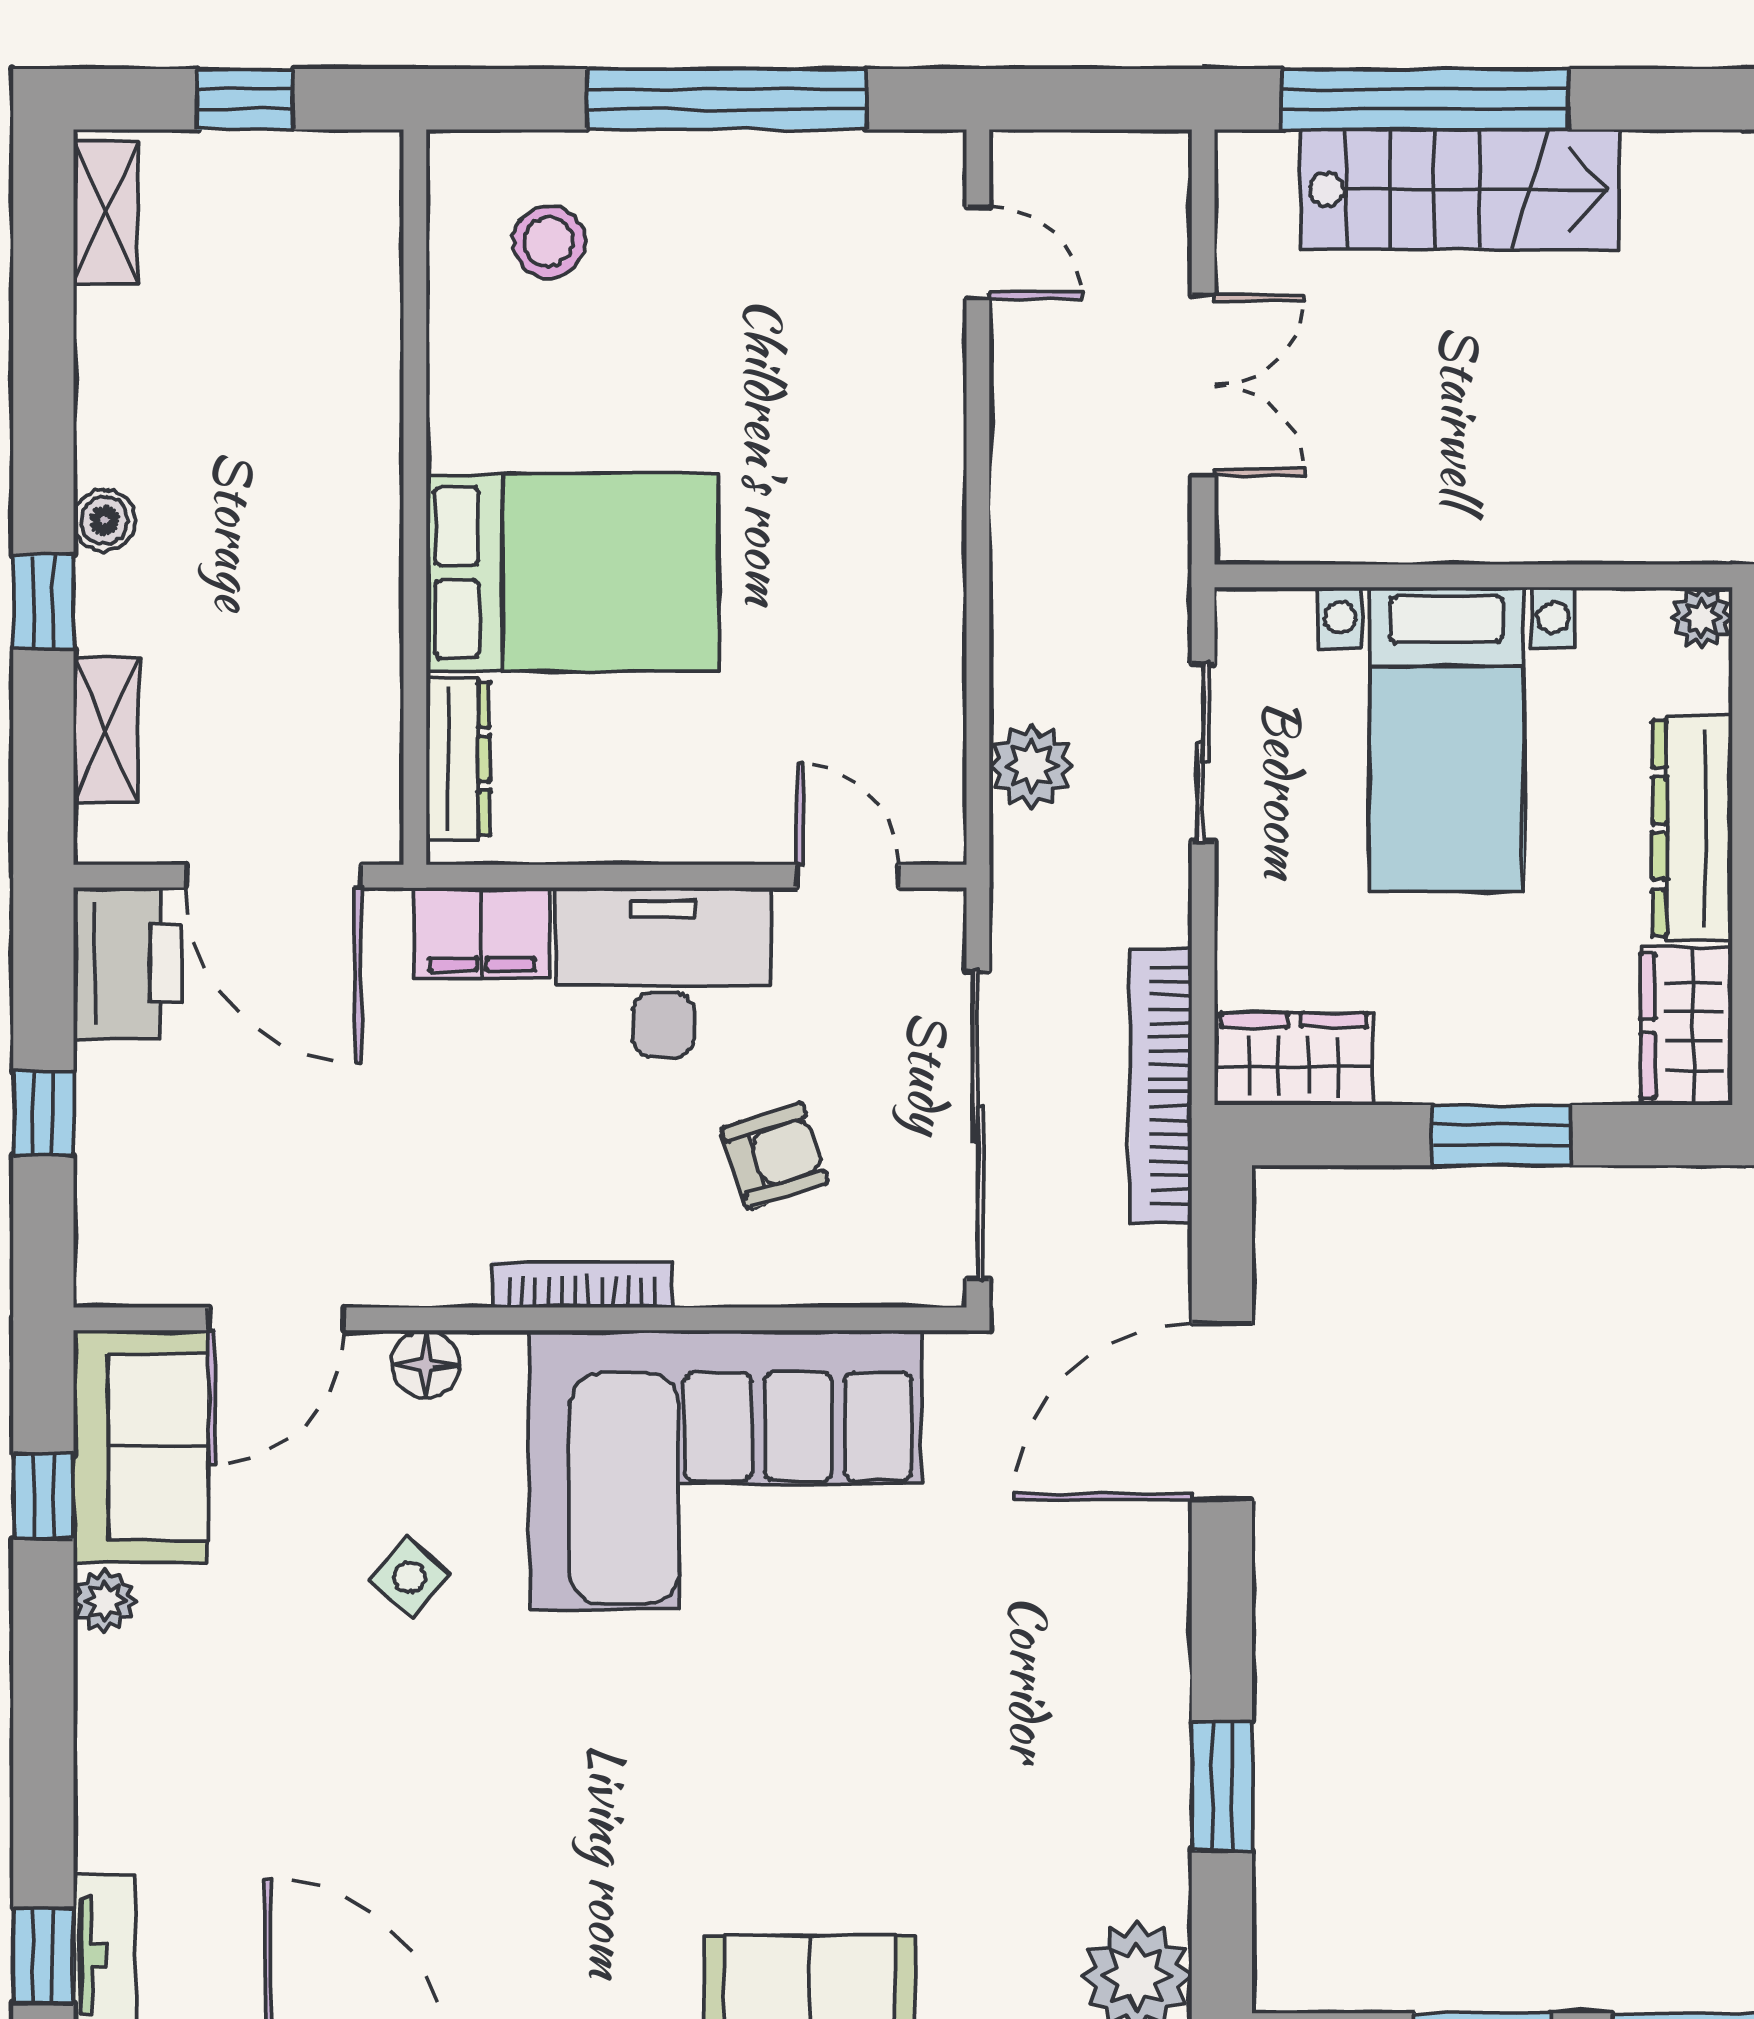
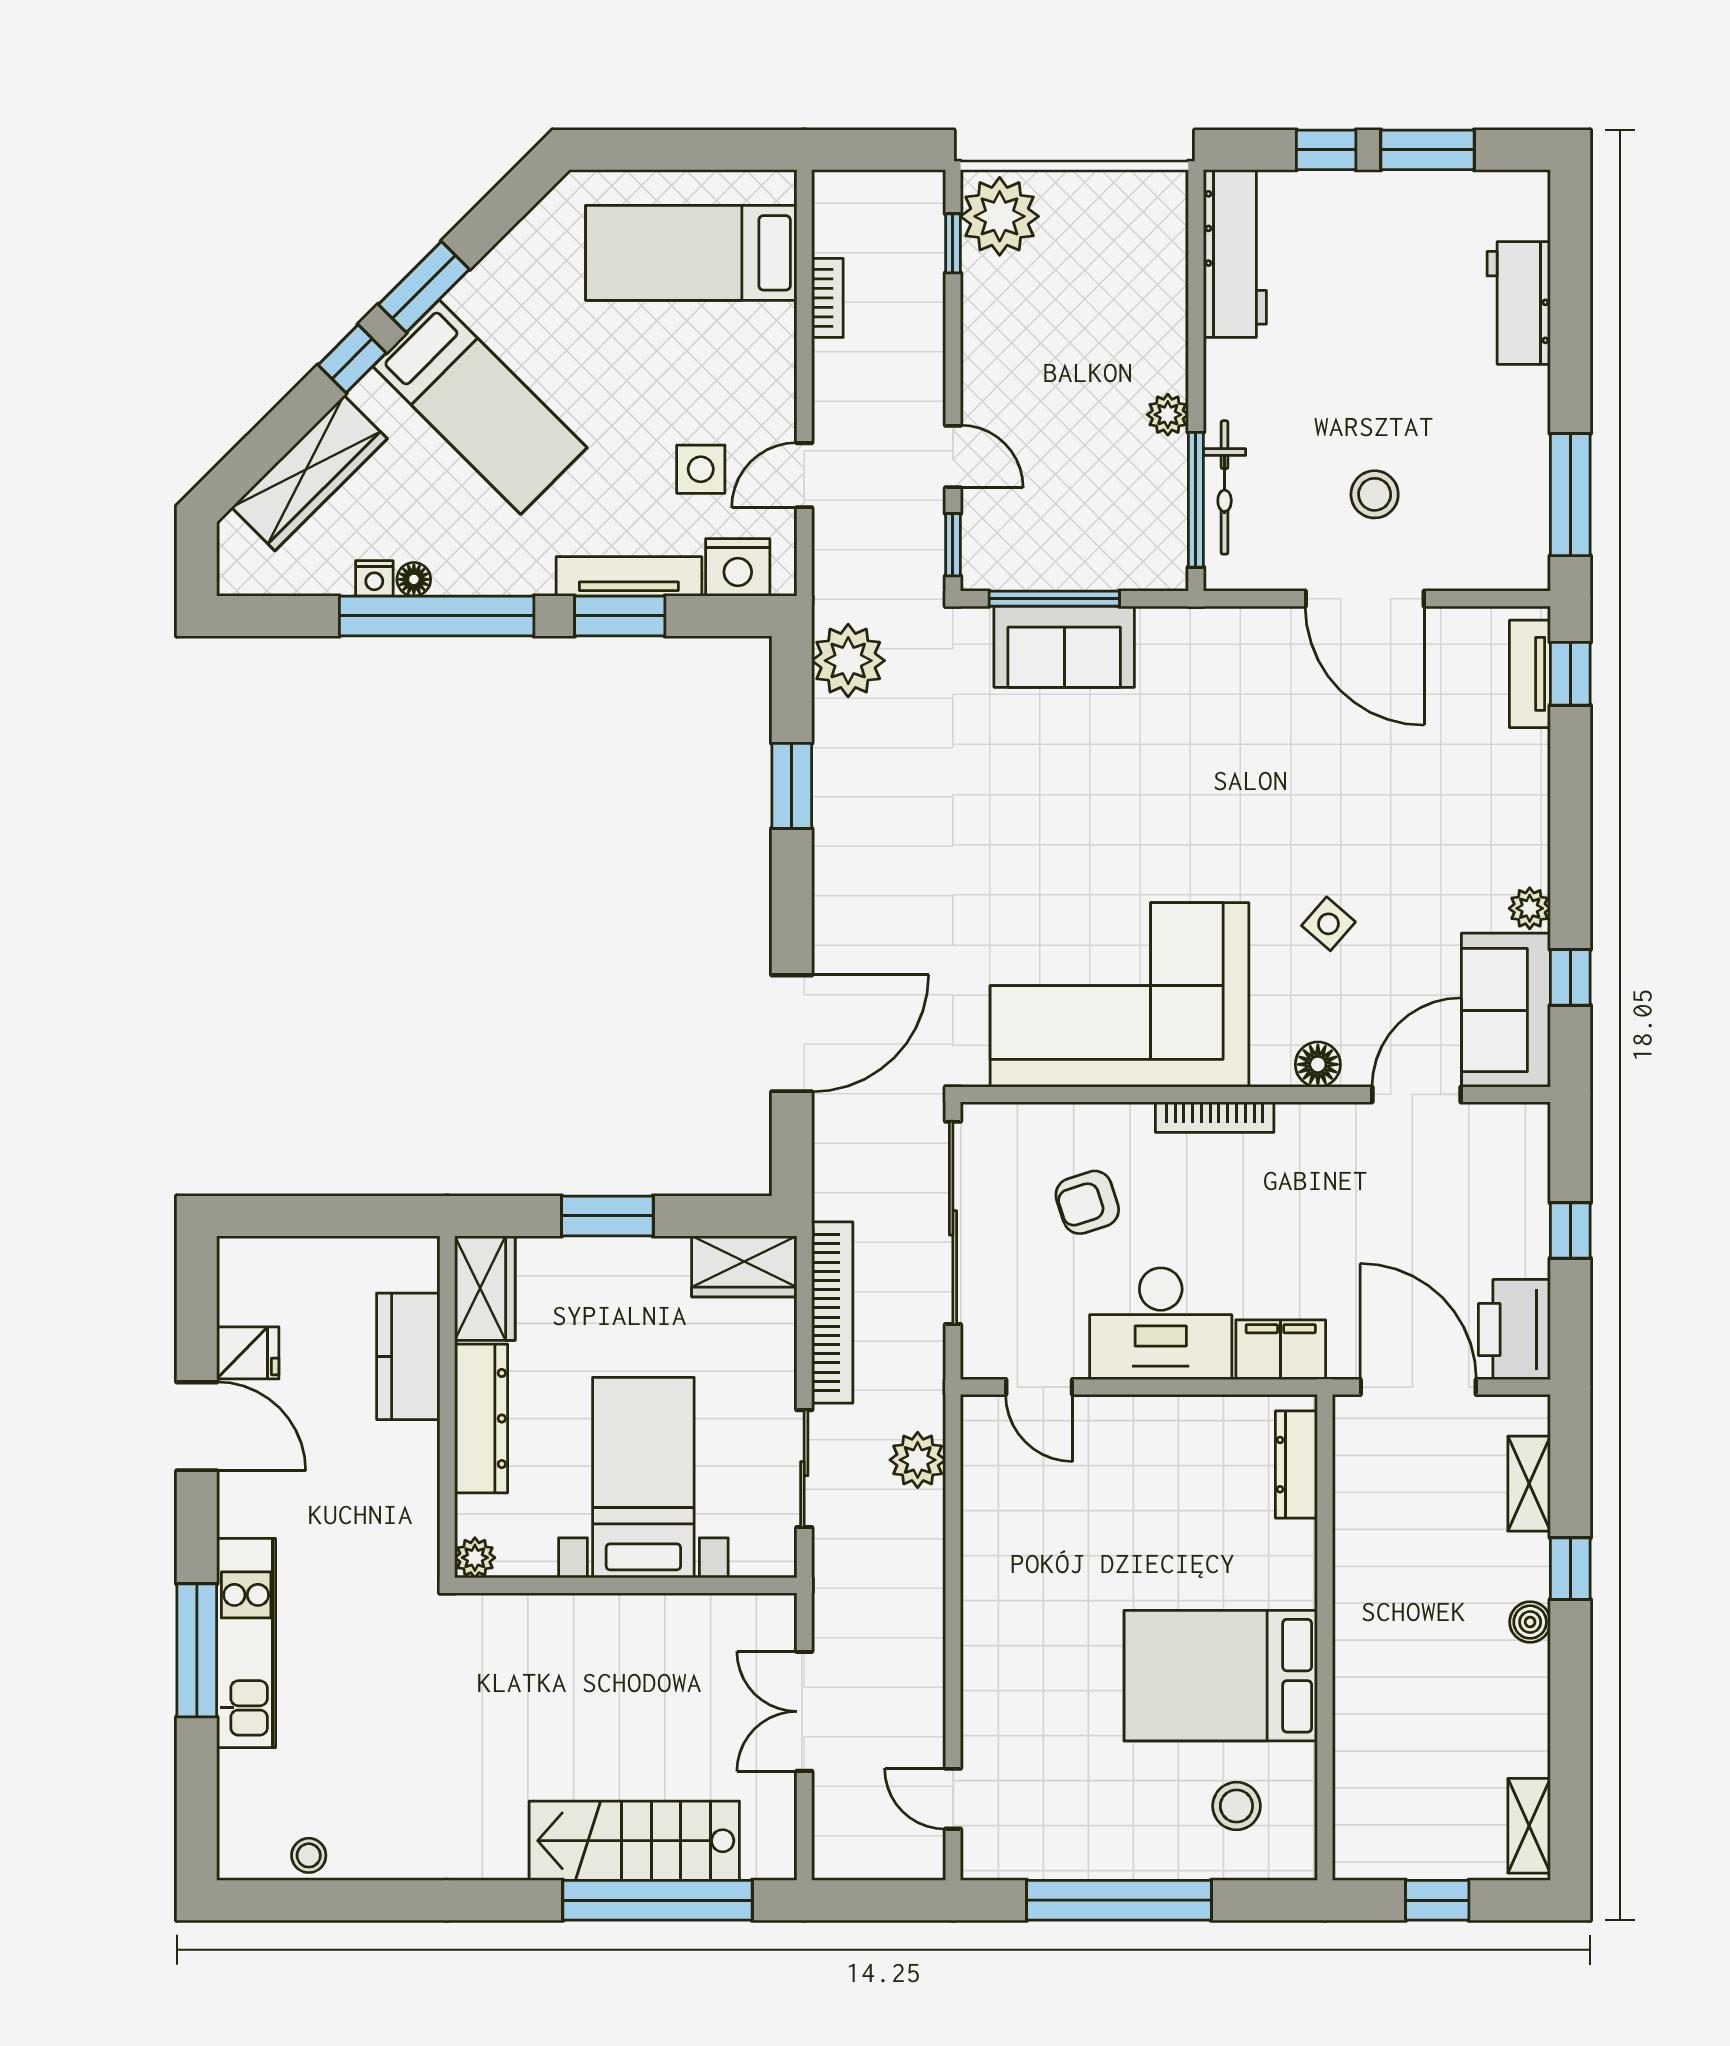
bed: (573, 573) -> (1221, 1676), moved
bookcase: (1161, 1085) -> (832, 1312), moved

